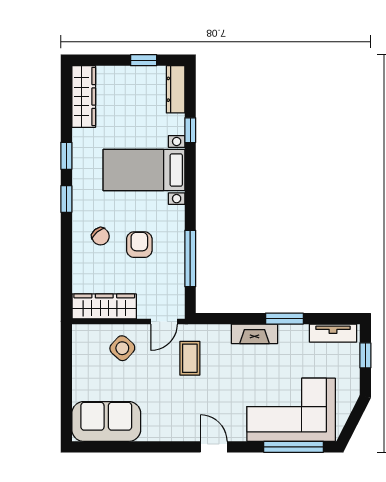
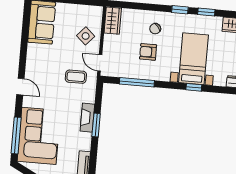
window: (190, 130) -> (194, 87), moved
armchair: (139, 245) -> (148, 52), turned 180
wardrobe: (104, 306) -> (113, 21), width x0.67
window: (284, 319) -> (96, 125), moved
door: (214, 447) -> (20, 87), hinge flipped

